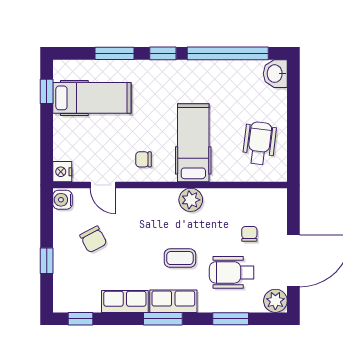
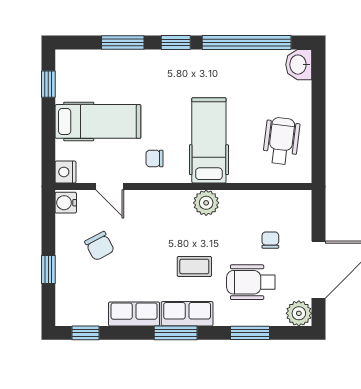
hospital bed: (92, 98) -> (98, 121), moved

